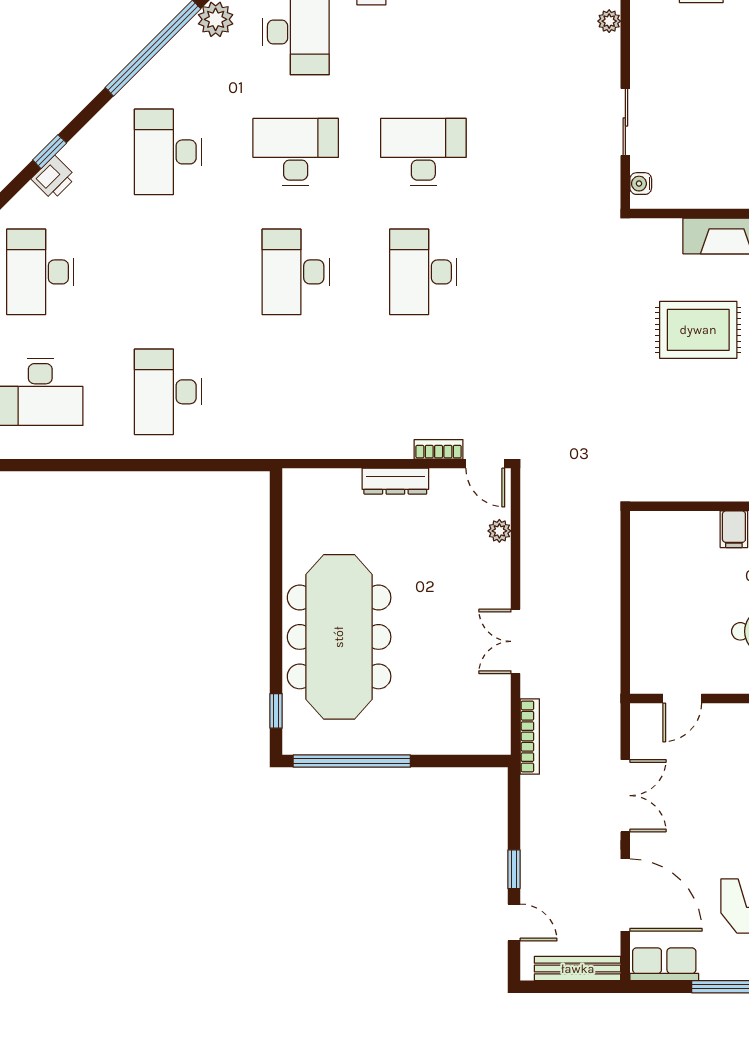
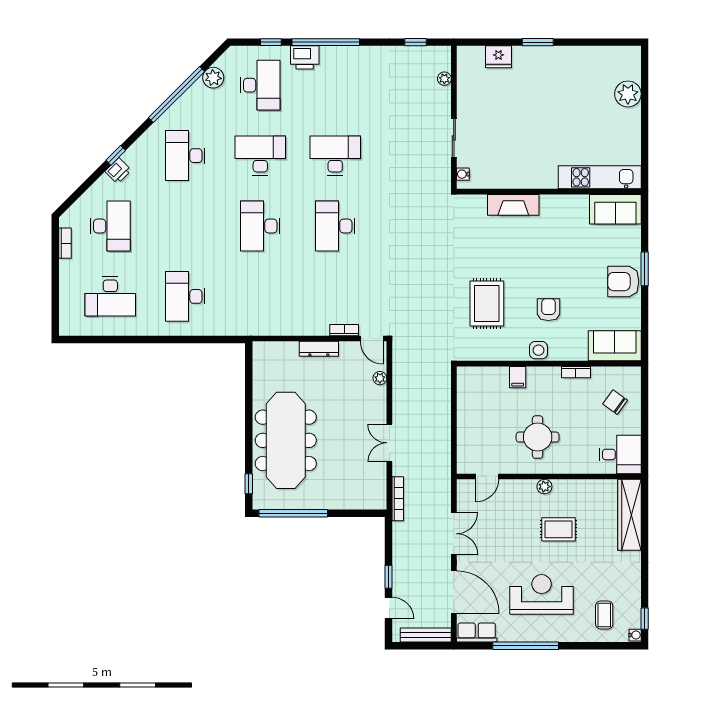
desk: (40, 272) -> (110, 226), turned 180
rug: (698, 330) -> (487, 304), moved, turned 90

